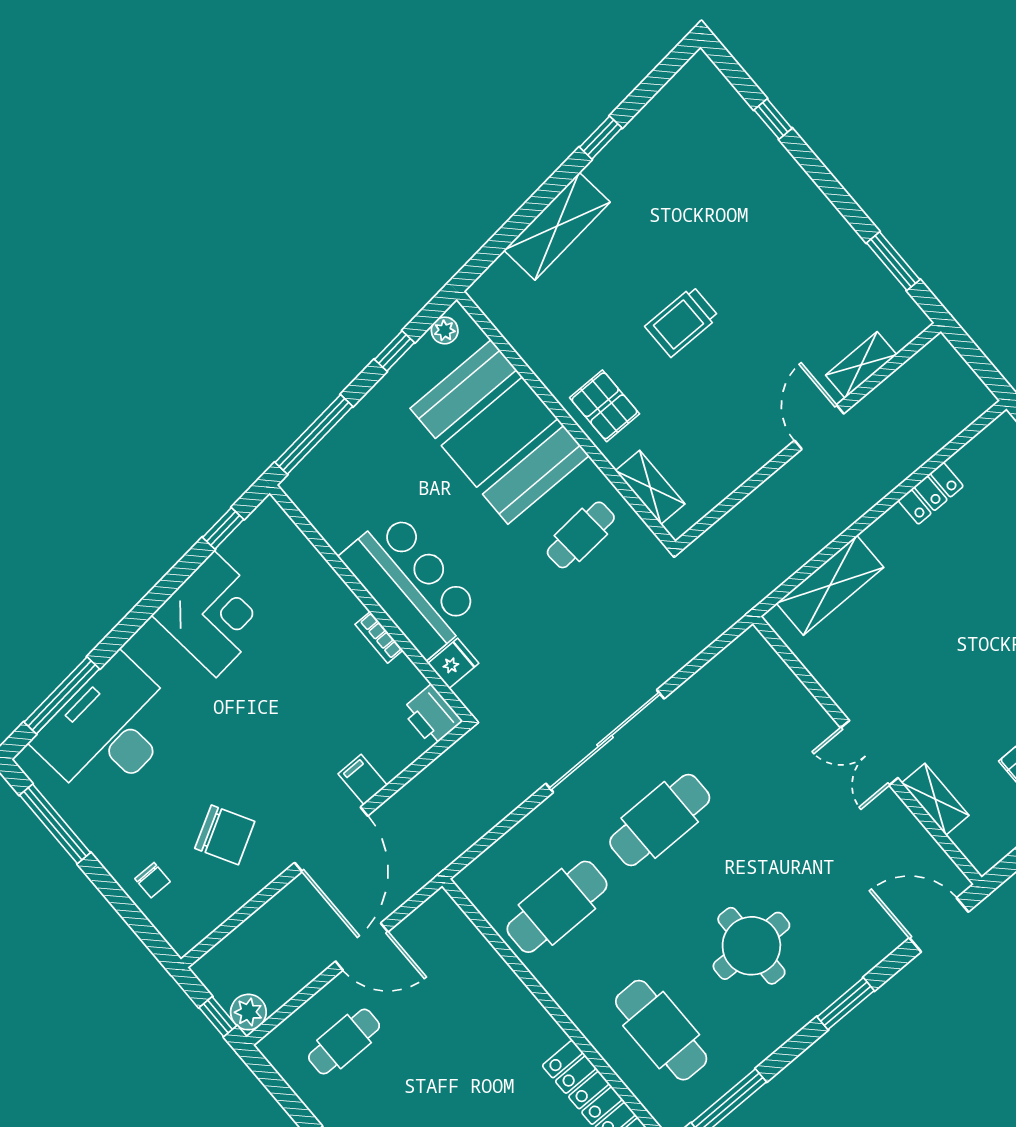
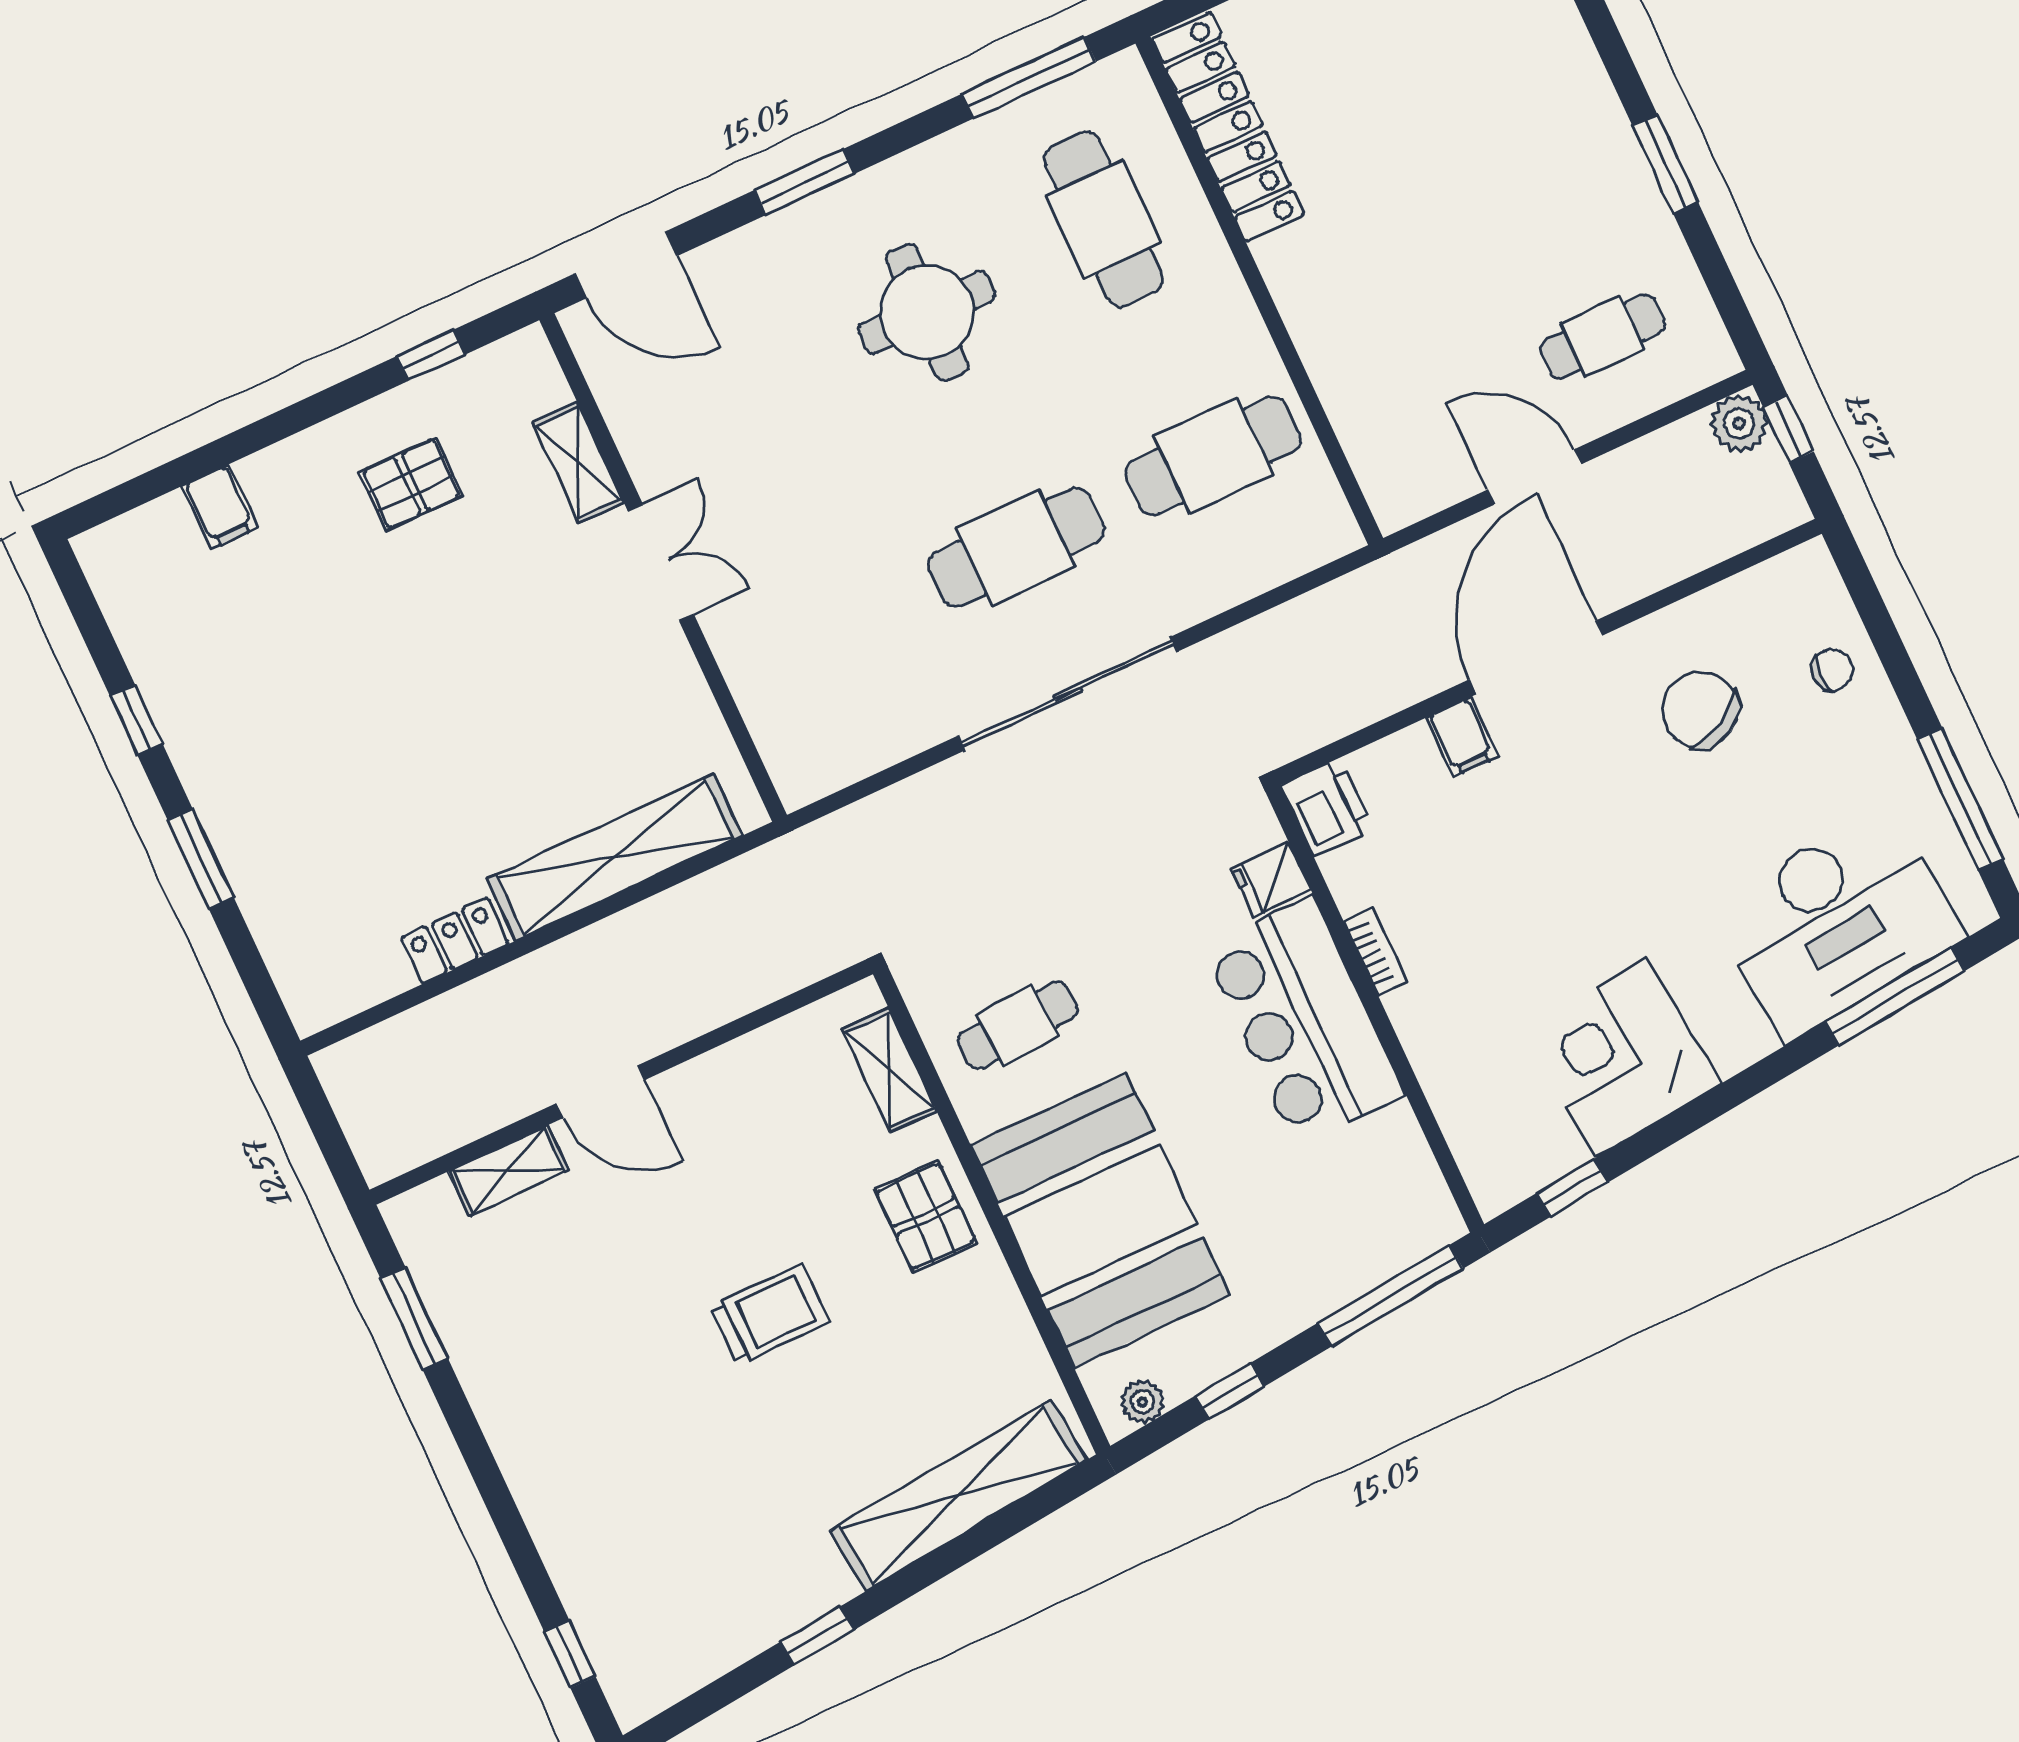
window: (773, 119) -> (570, 1654), moved
shelving: (557, 226) -> (958, 1496), width x1.47
door: (819, 427) -> (600, 1092), hinge flipped
shelving: (830, 585) -> (615, 857), width x1.47
chair: (153, 880) -> (1832, 670), turned 90

